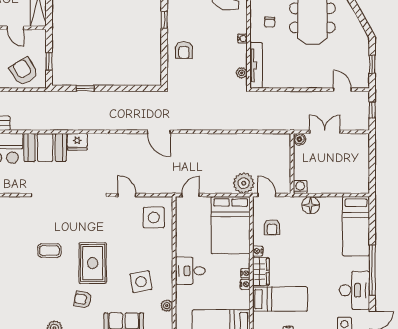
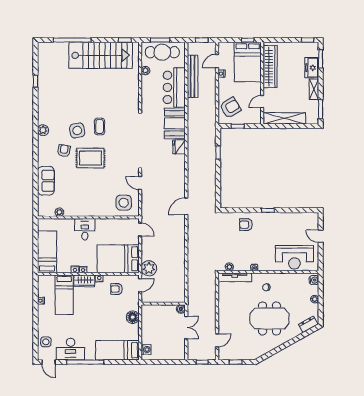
washing machine: (300, 187) -> (146, 350), moved
door: (127, 195) -> (140, 183), swing flipped
side table: (141, 282) -> (77, 130), moved

